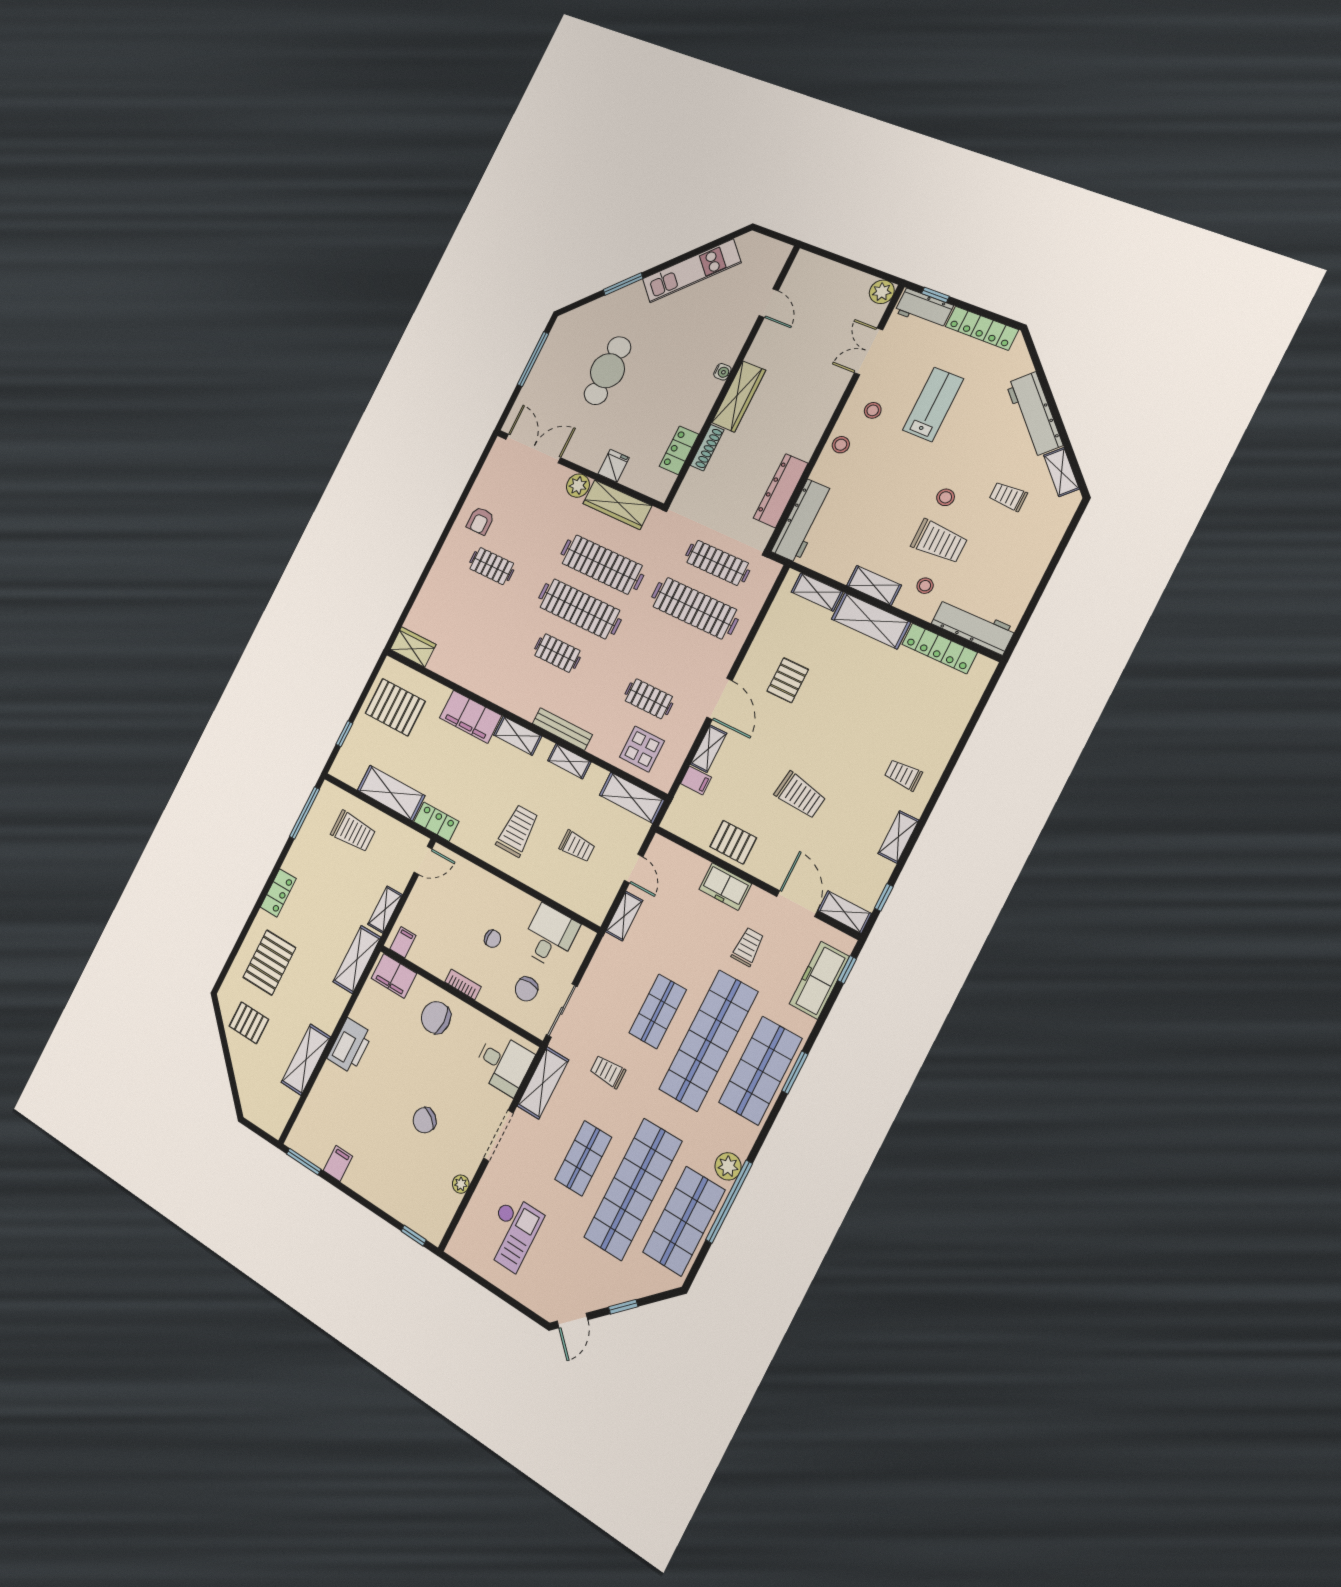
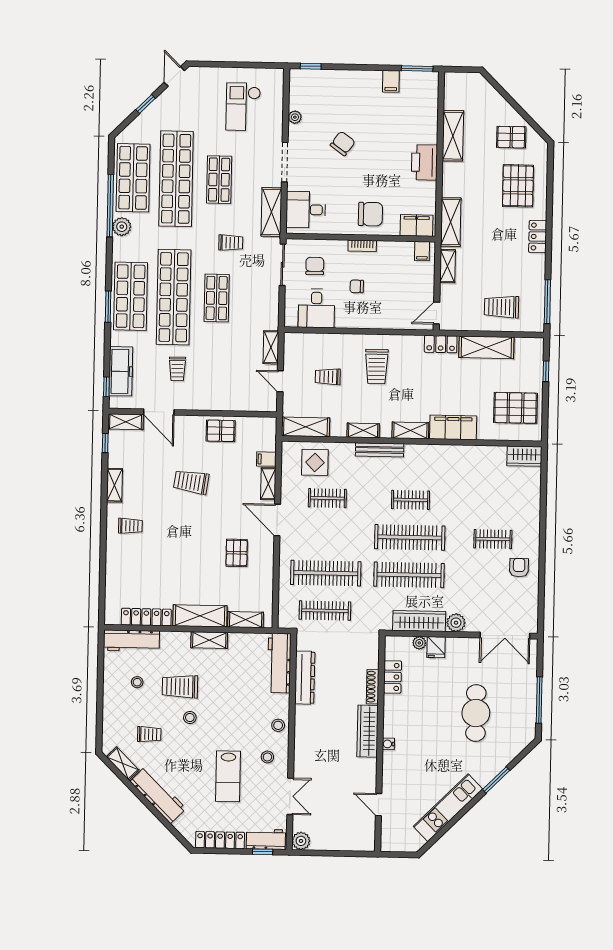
plant: (630, 479) -> (419, 643), added
stool: (925, 586) -> (137, 682), moved
freezer: (725, 887) -> (212, 400), removed

